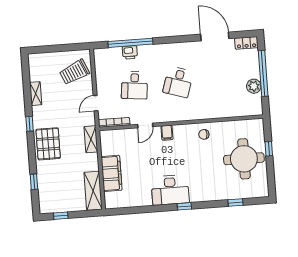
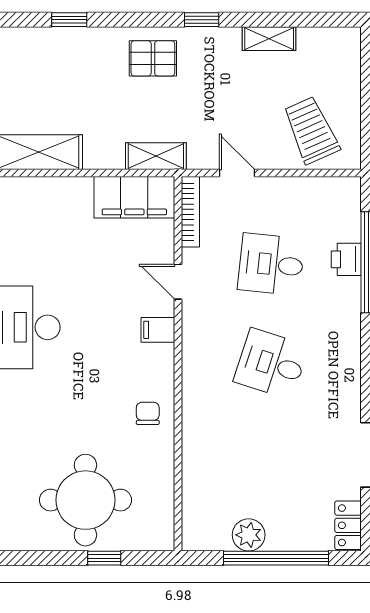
pallet: (48, 144) -> (153, 58), width x0.67, depth x0.71
filing cabinet: (112, 173) -> (134, 197), moved

